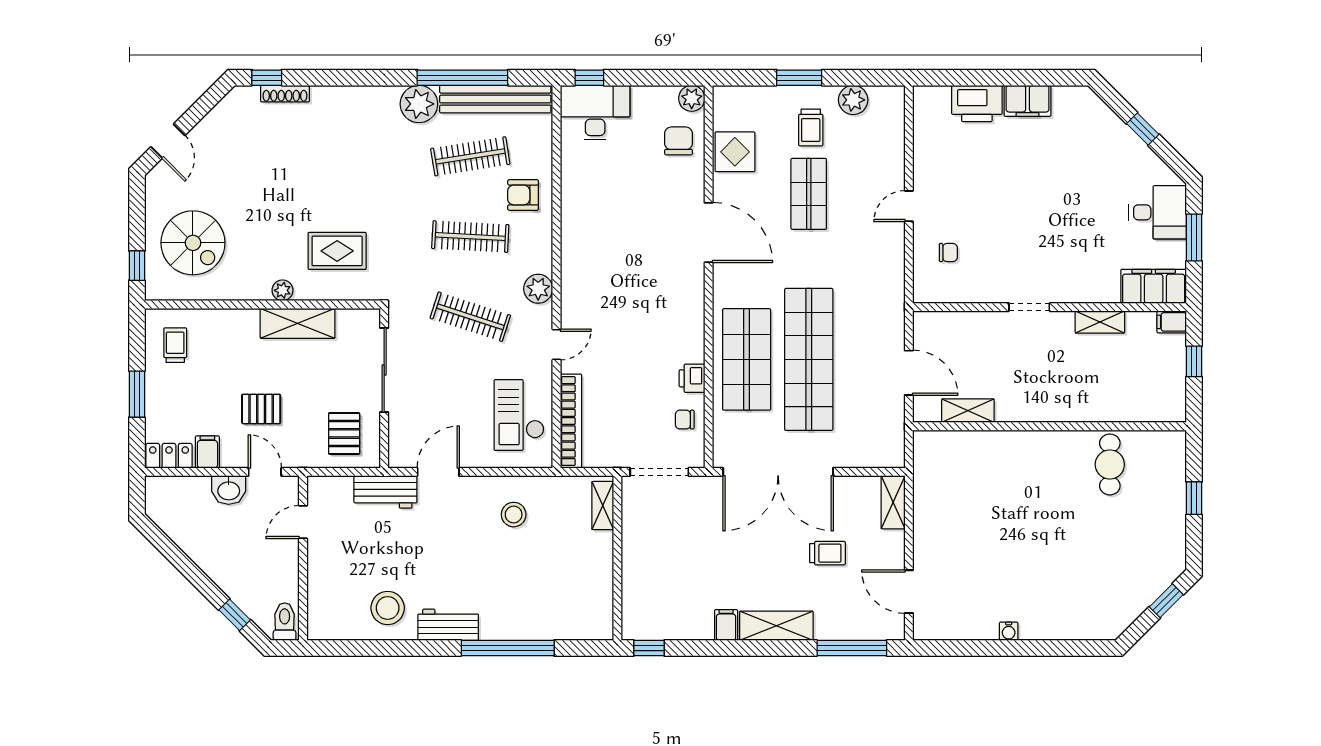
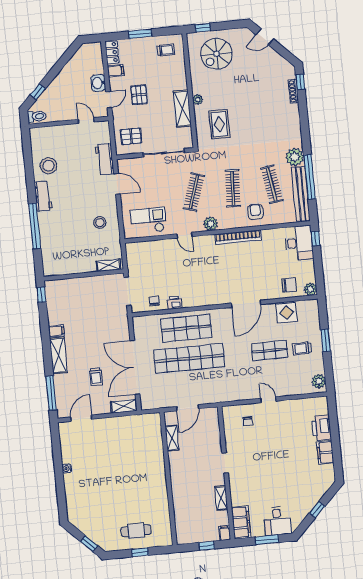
plant: (853, 100) -> (319, 381), moved
bookcase: (571, 421) -> (238, 237), moved
cafe table: (1110, 464) -> (136, 531), moved
double door: (778, 472) -> (135, 367), moved

